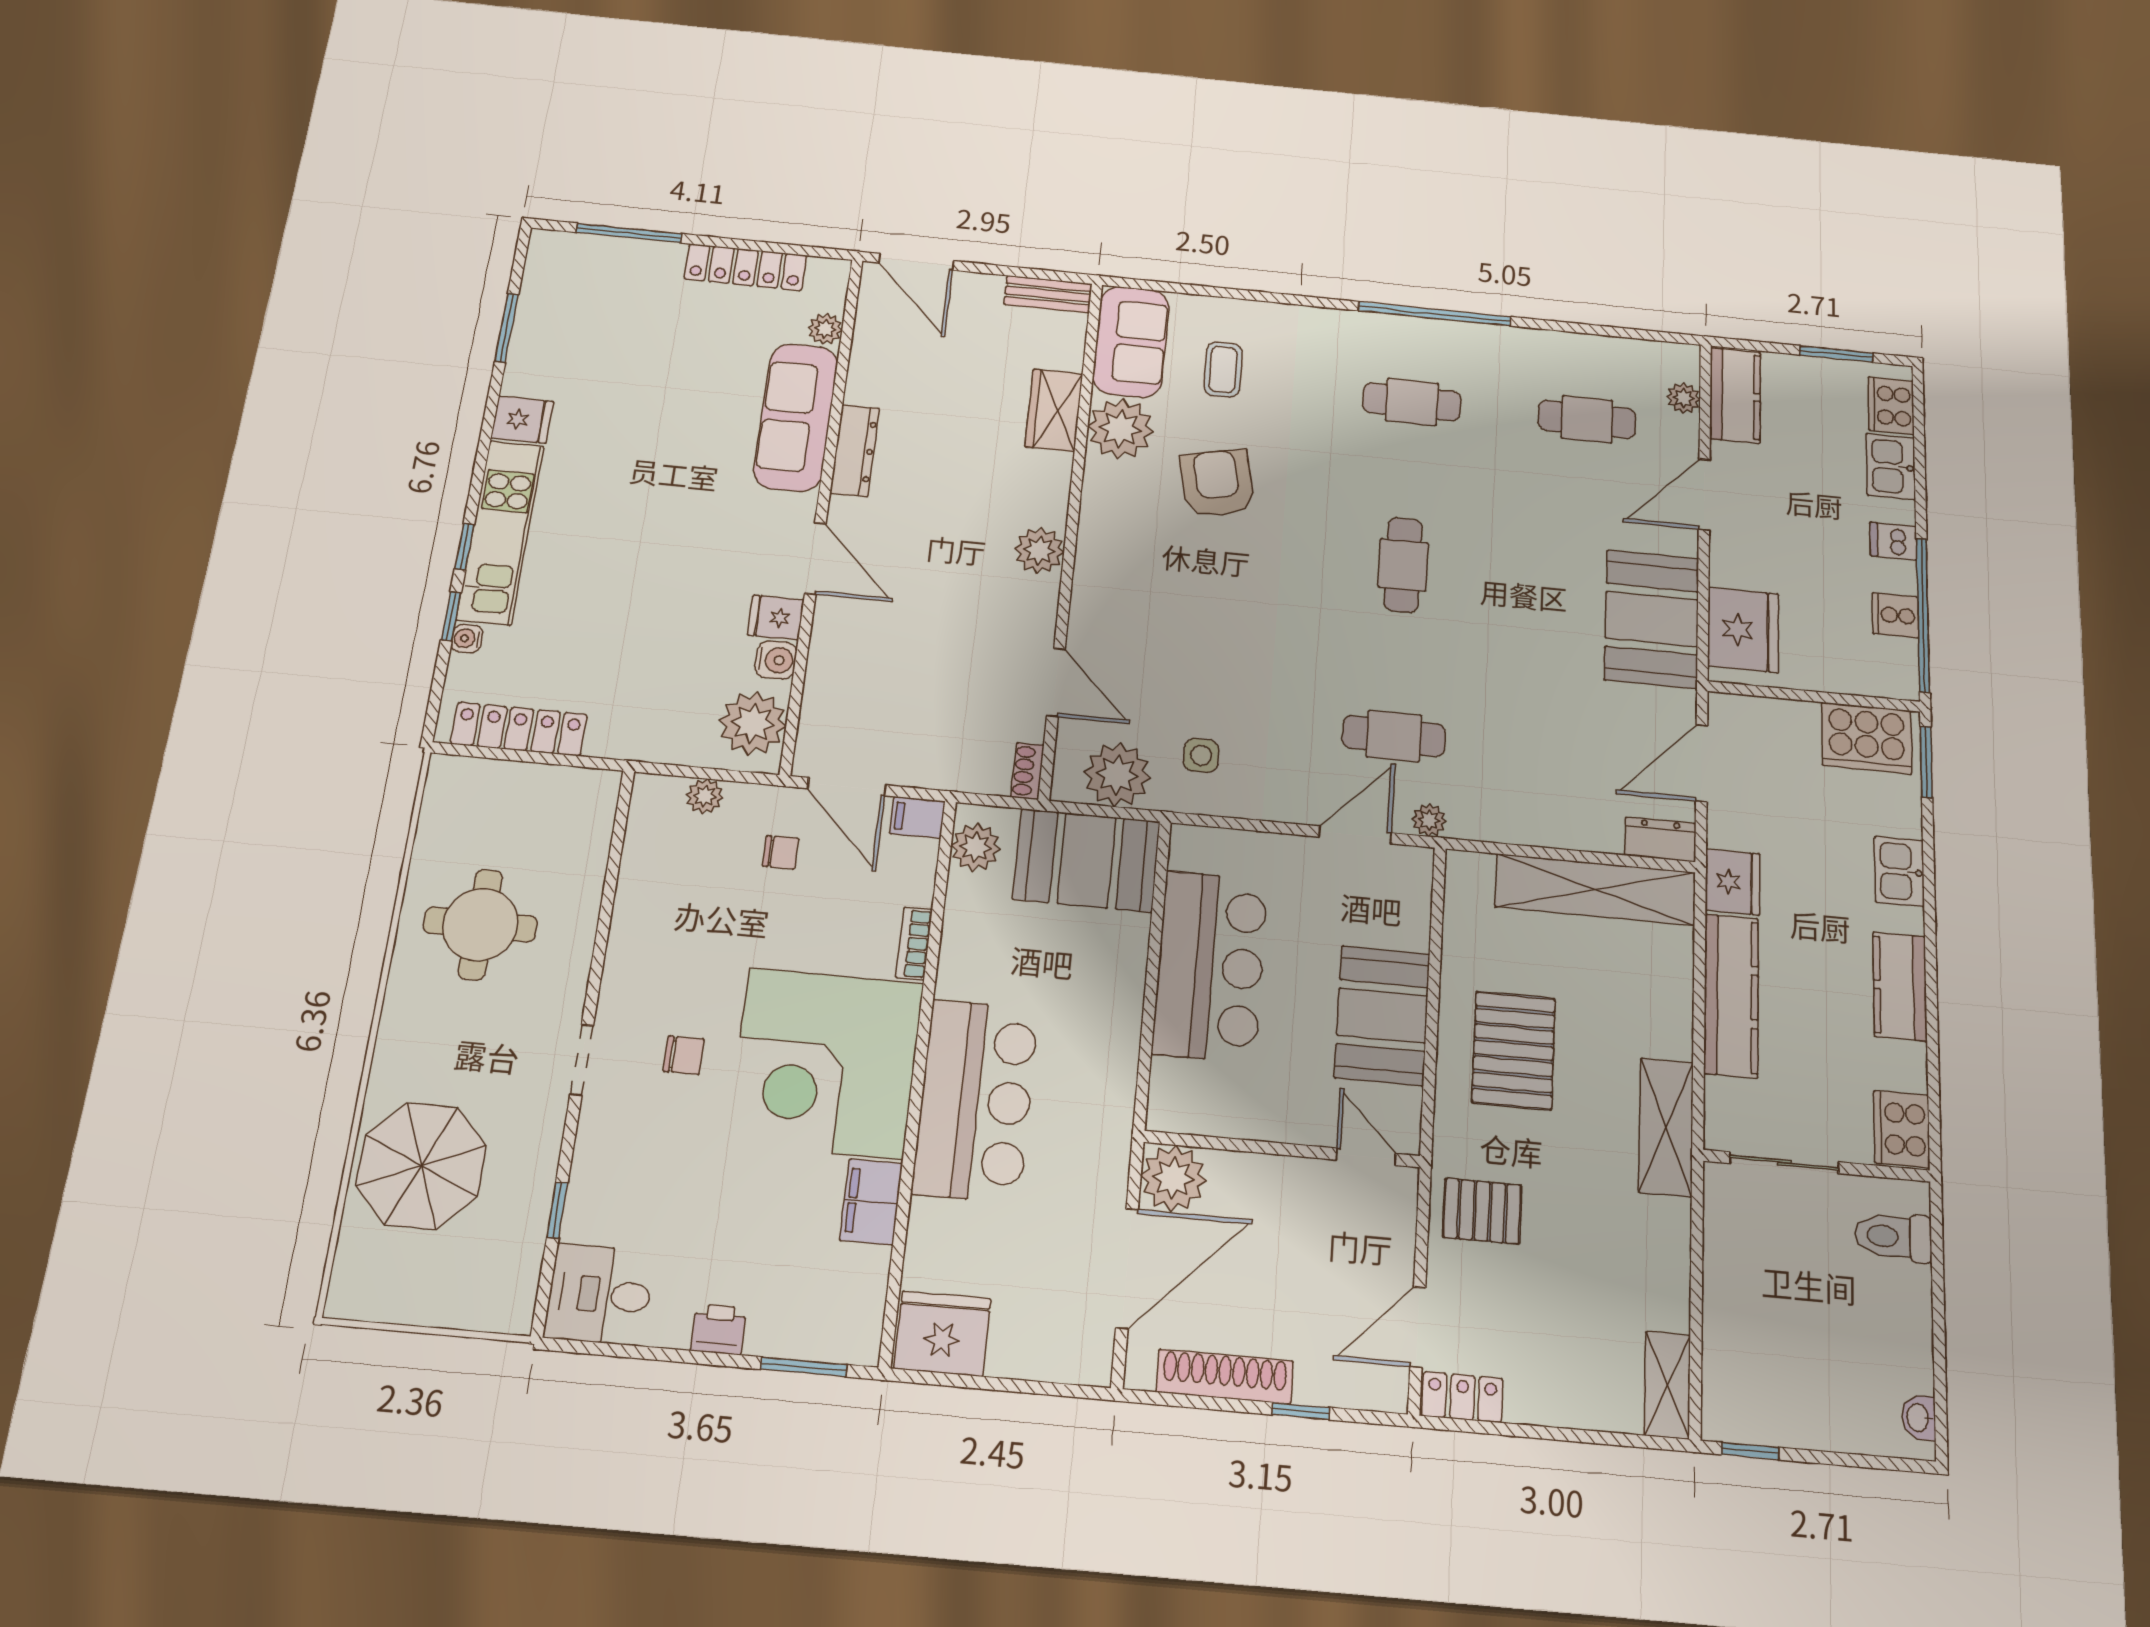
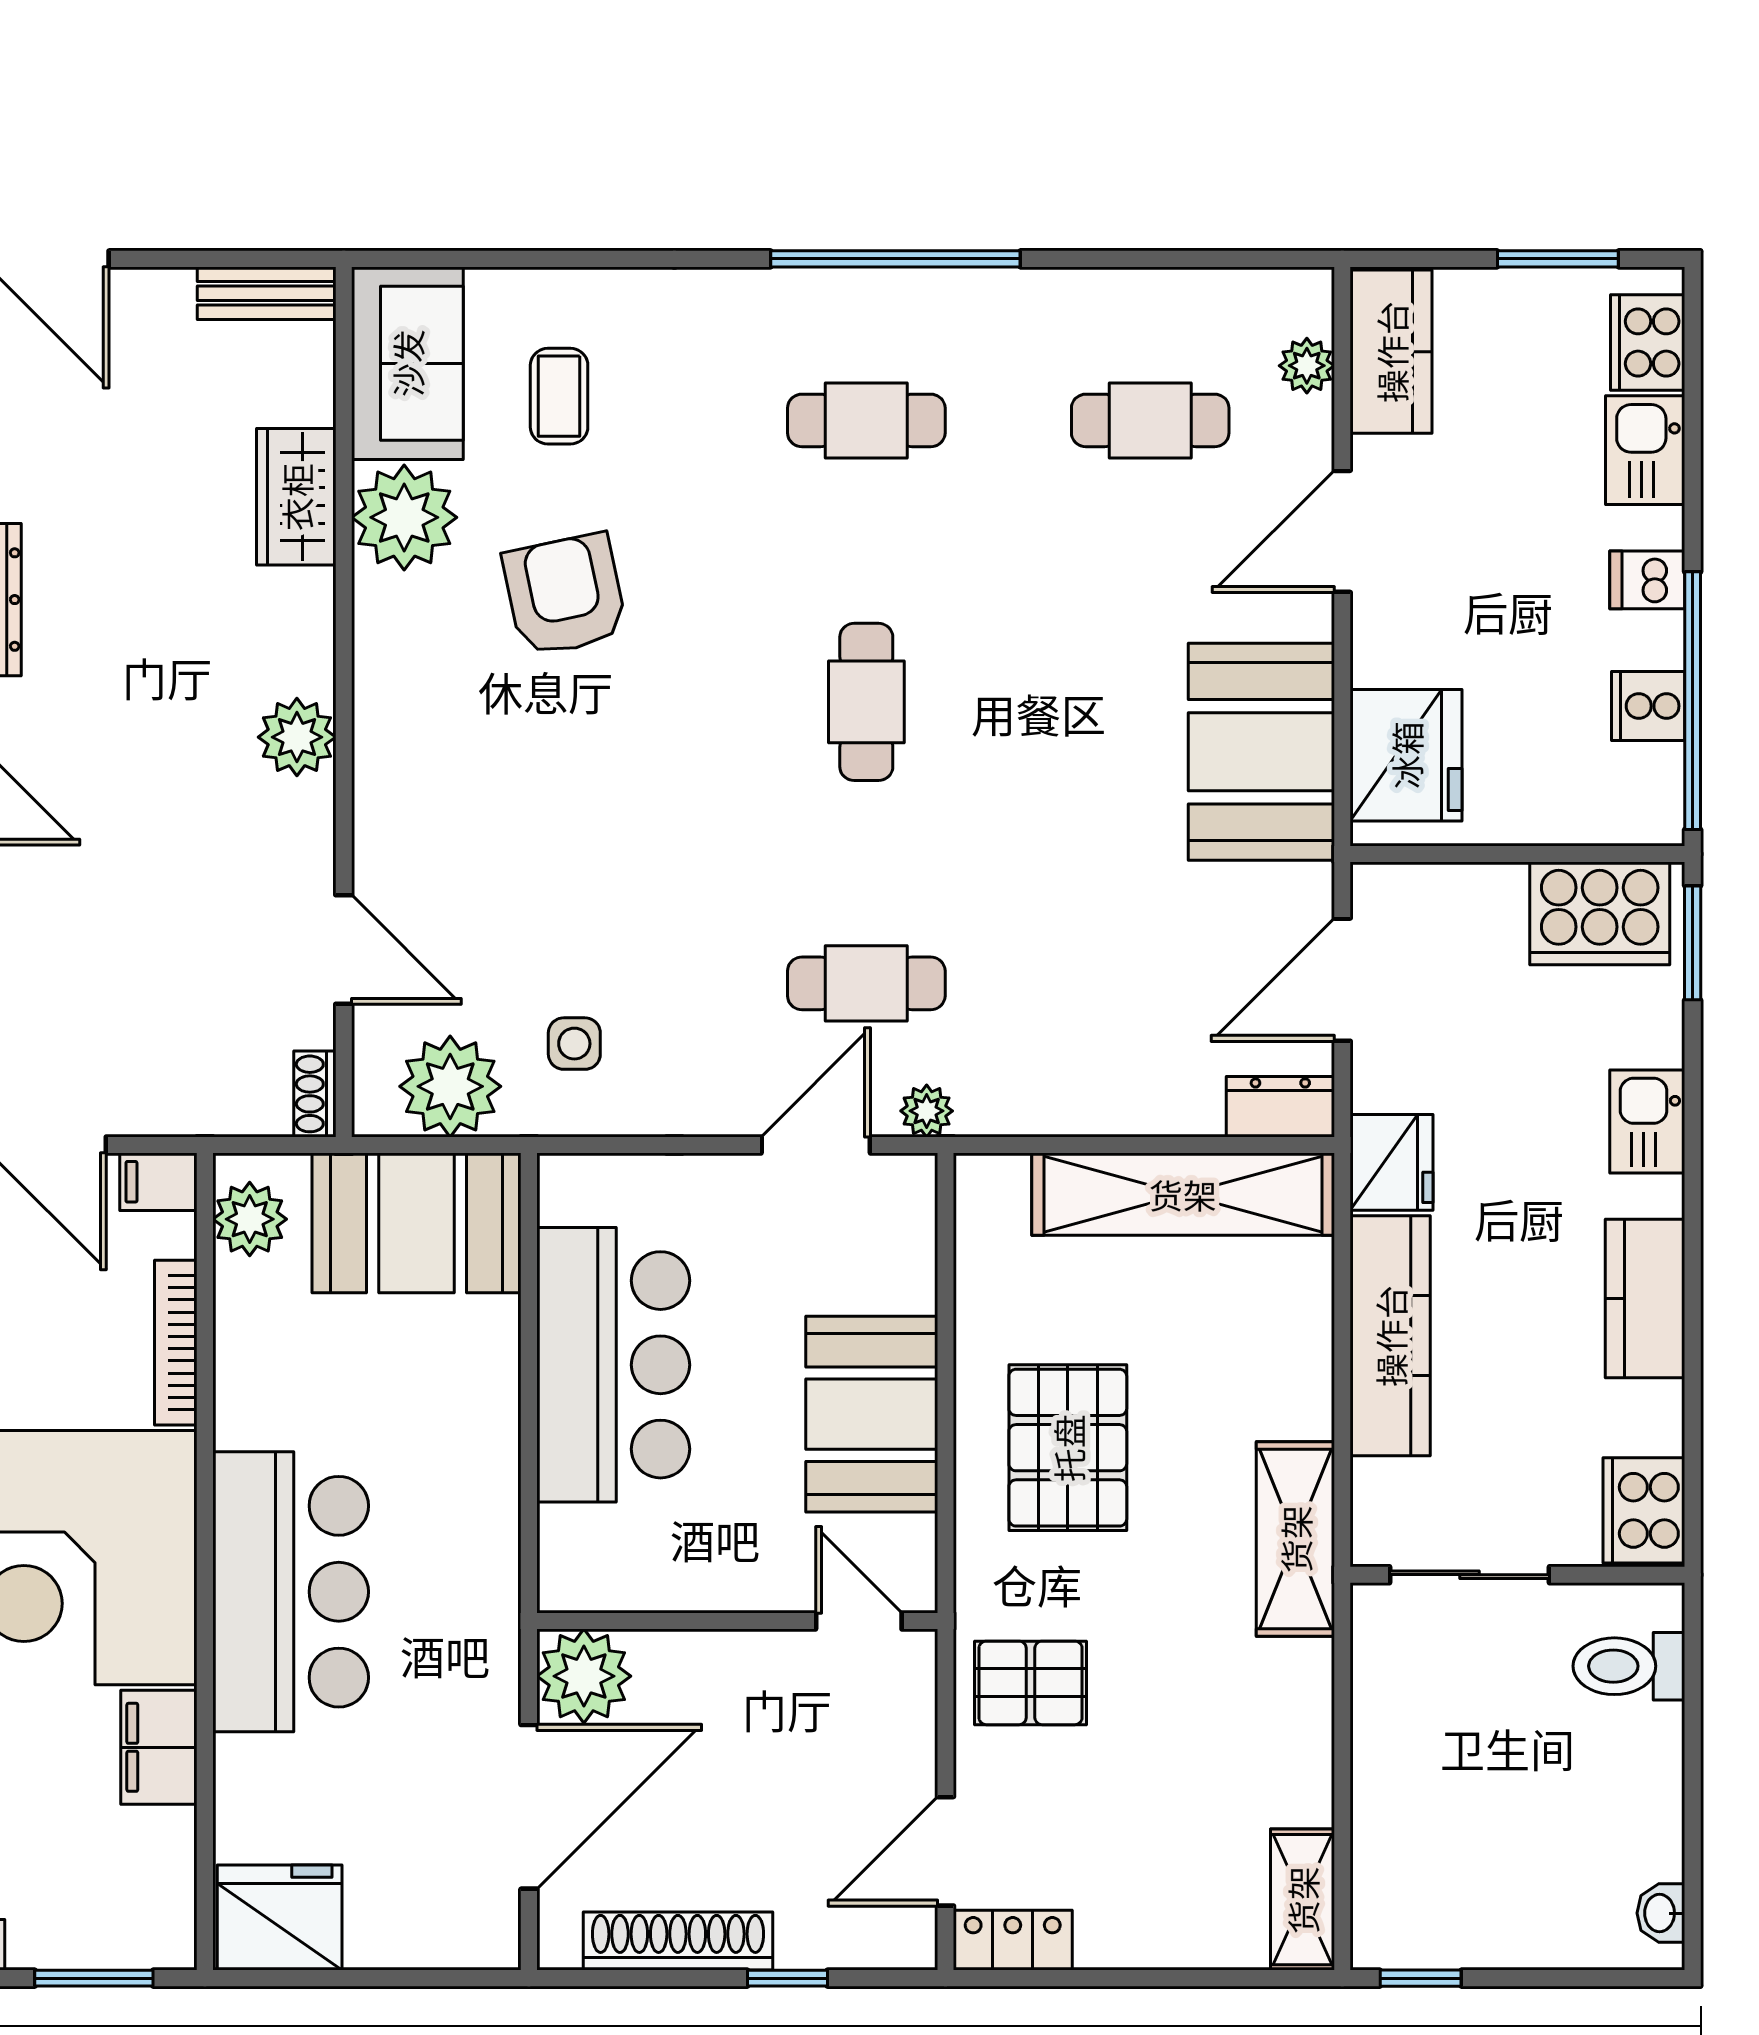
bookcase: (914, 943) -> (176, 1343), width x1.56

